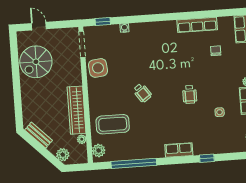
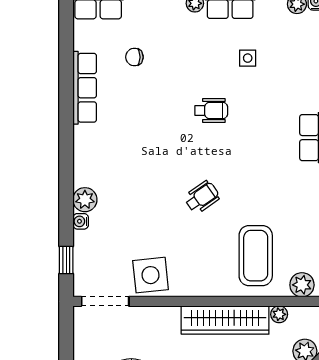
plant: (136, 29) -> (85, 200), added

